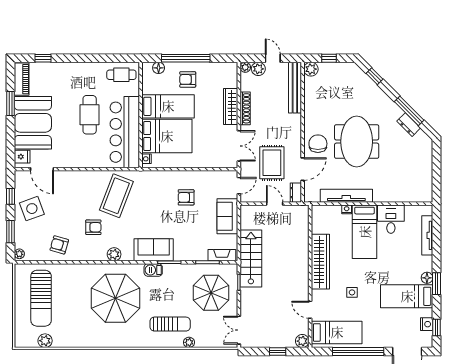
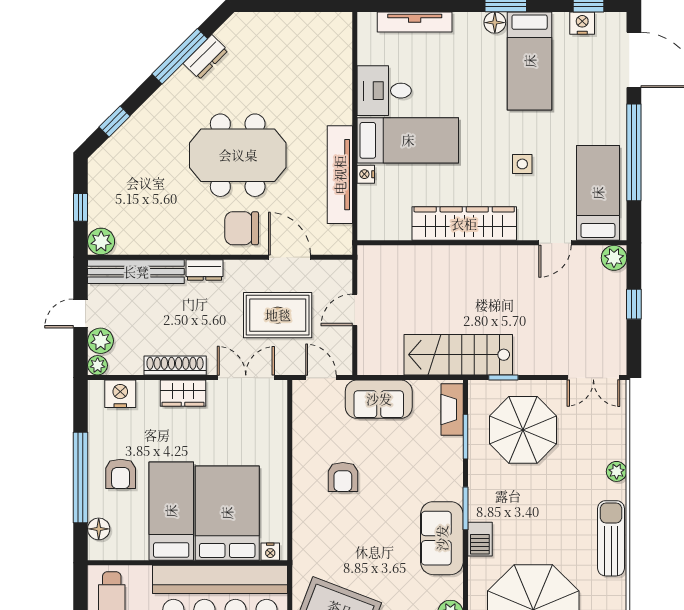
nightstand: (230, 79) -> (120, 394), added
wardrobe: (231, 107) -> (183, 393), width x0.67
dresser: (296, 193) -> (205, 270), moved
sun lounger: (170, 324) -> (611, 538), moved

